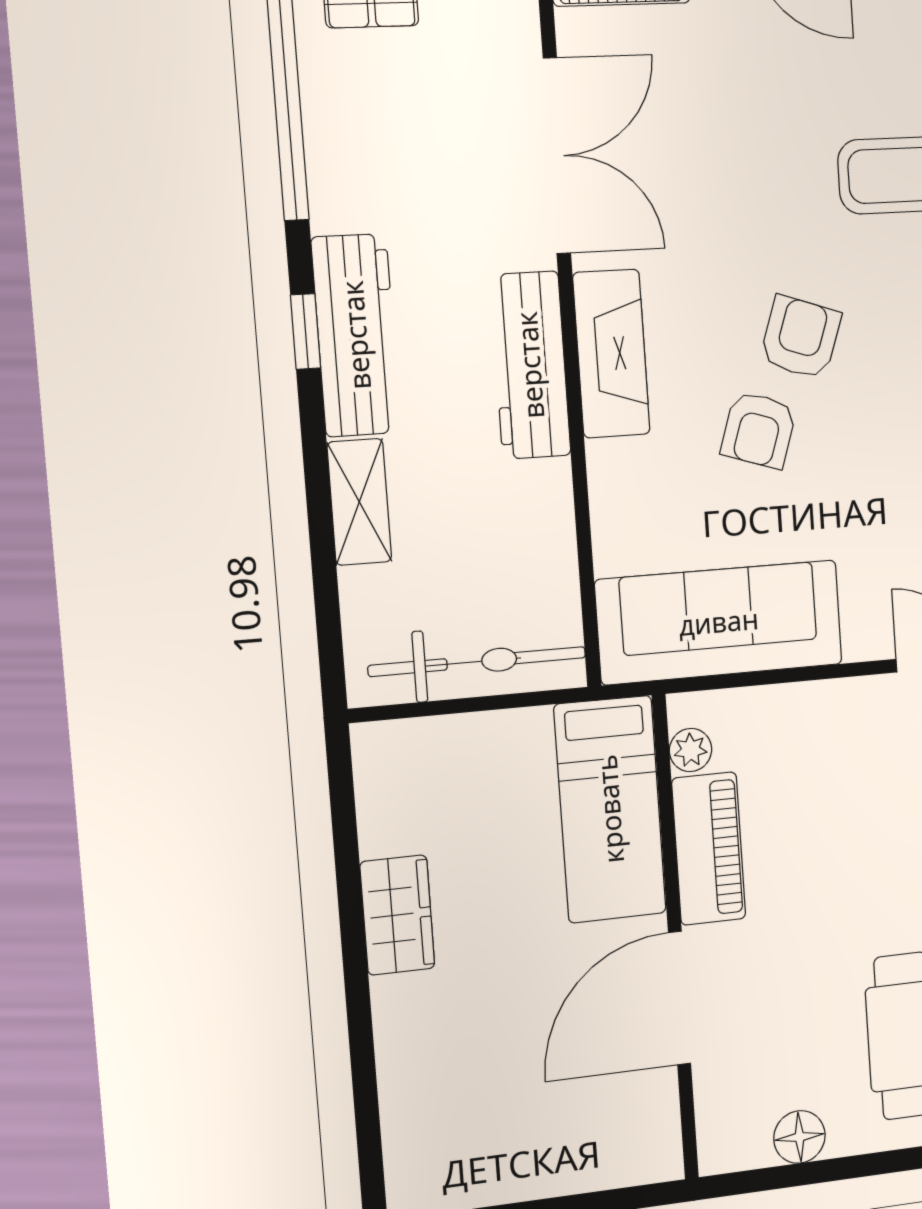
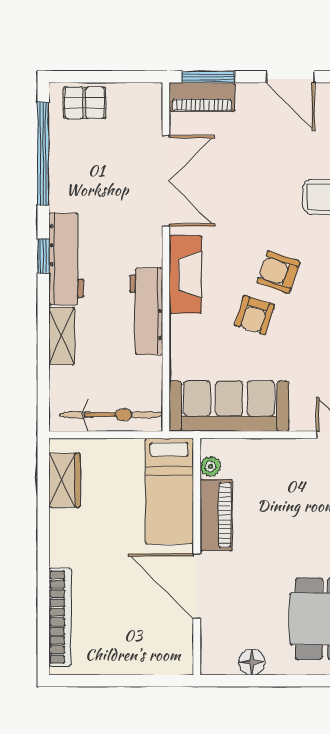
armchair: (800, 337) -> (278, 272), turned -90
workbench: (530, 365) -> (146, 311), moved
wardrobe: (397, 915) -> (64, 480), moved
door: (679, 998) -> (197, 586), hinge flipped
bookcase: (402, 1097) -> (60, 617), added

